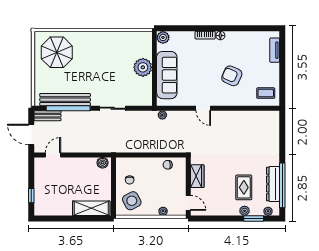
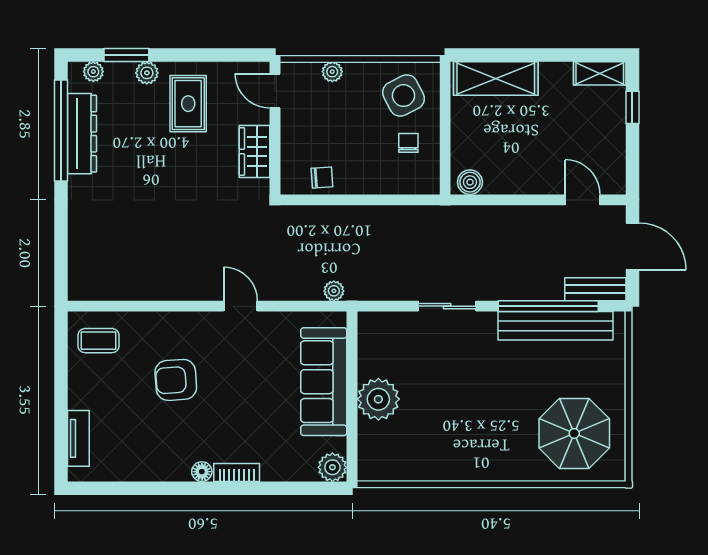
armchair: (232, 76) -> (176, 380), turned 152
door: (53, 155) -> (583, 200), swing flipped
rug: (244, 187) -> (188, 104), moved
shelving: (46, 210) -> (600, 73), added

